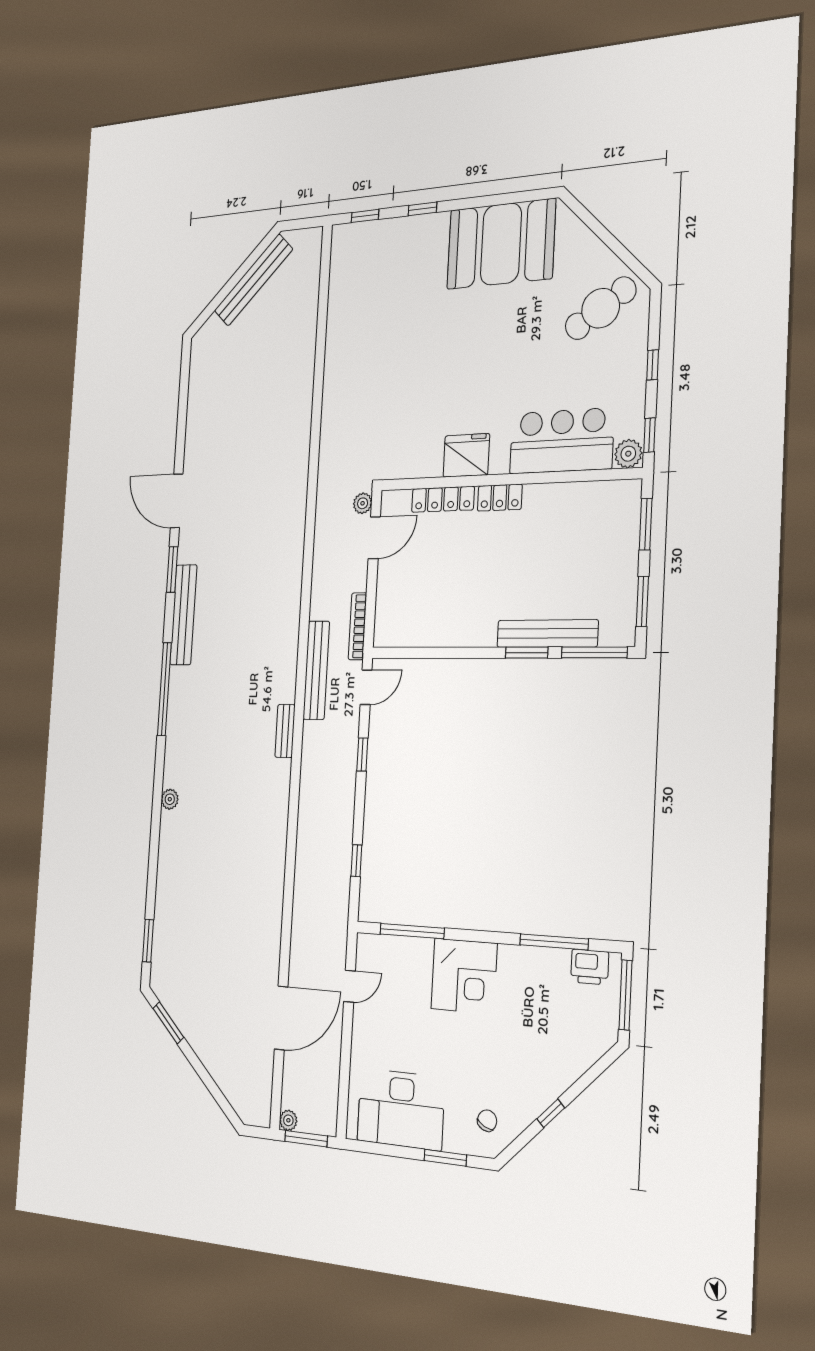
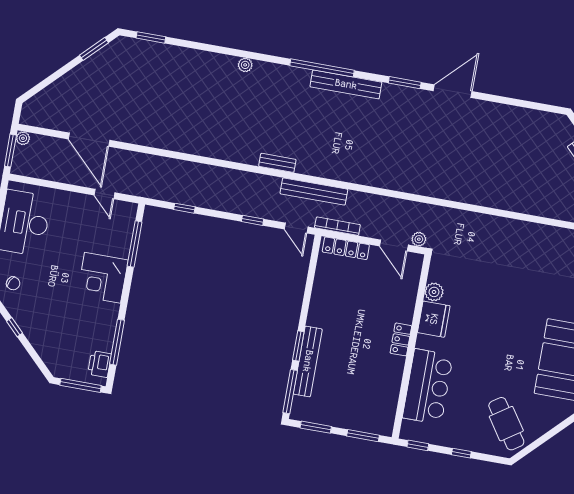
plant: (628, 454) -> (434, 292), moved
locker: (443, 499) -> (346, 248), moved, turned -90
bench: (183, 615) -> (346, 84), moved

